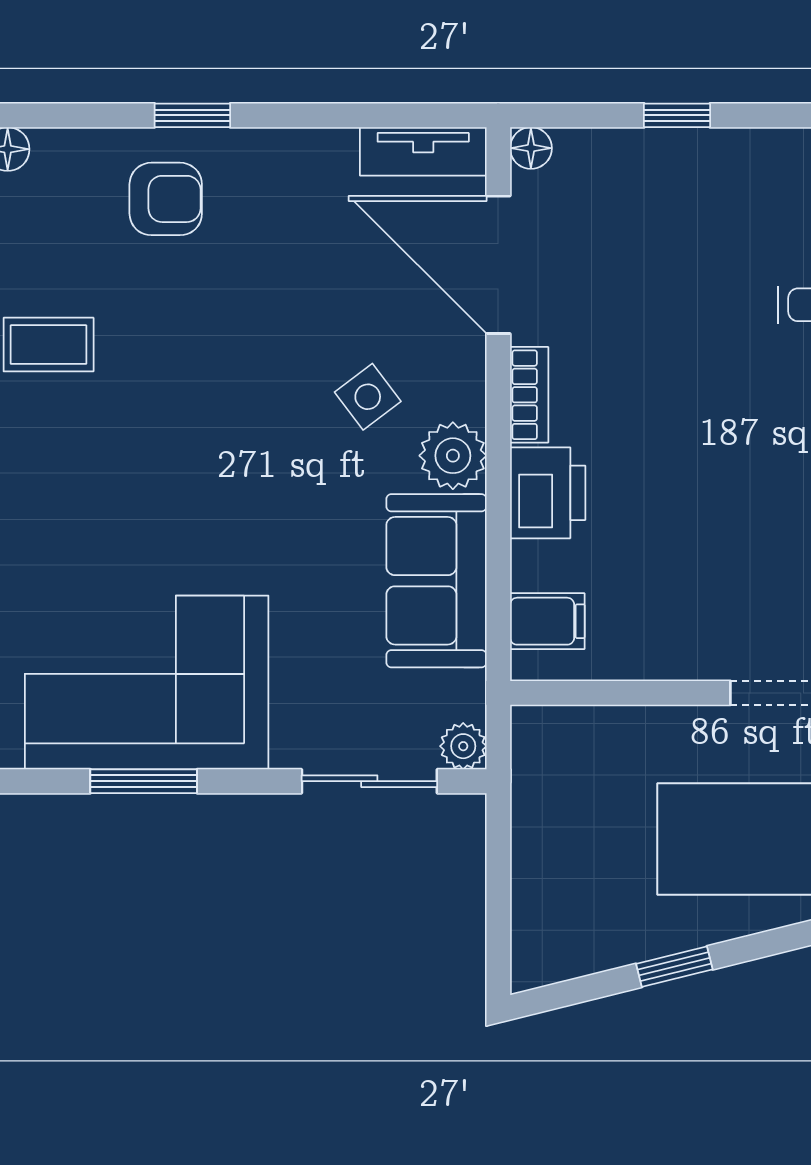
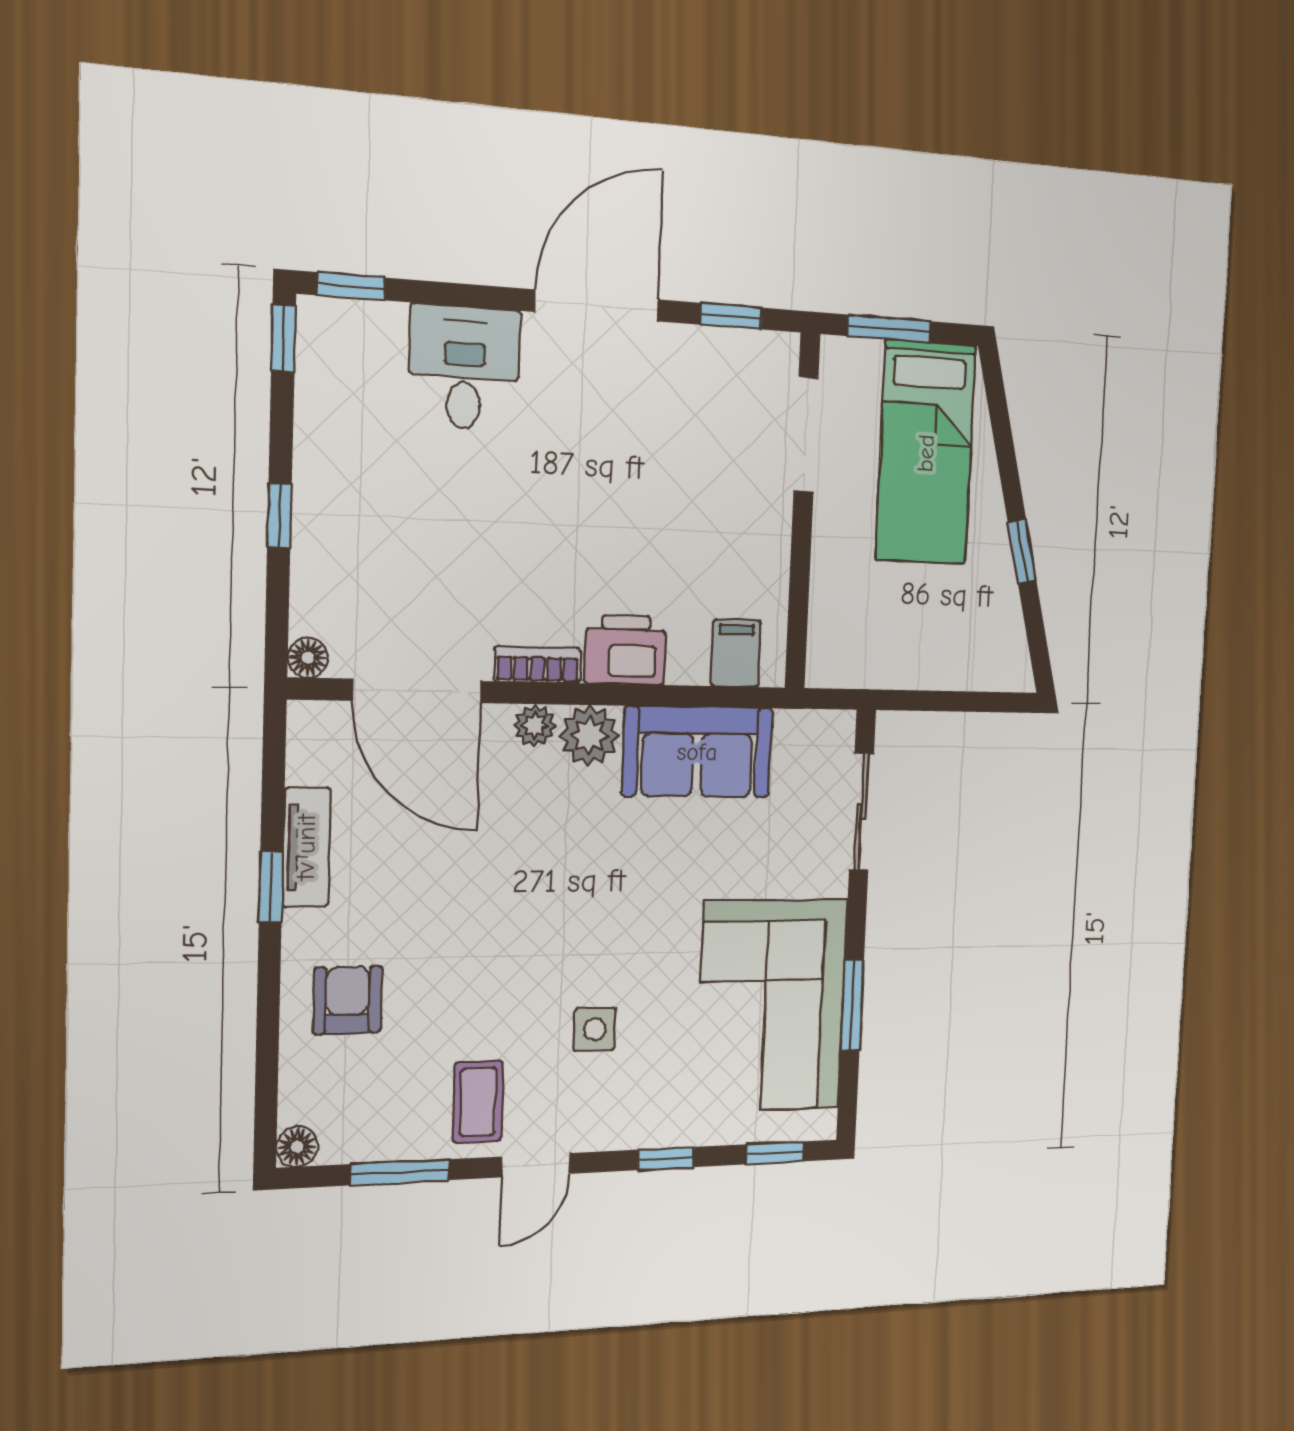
window: (192, 115) -> (271, 887), moved
tv unit: (423, 151) -> (306, 847), moved
door: (498, 265) -> (418, 691), hinge flipped
side table: (368, 397) -> (595, 1029), moved, turned 37
plant: (463, 746) -> (535, 725), moved

